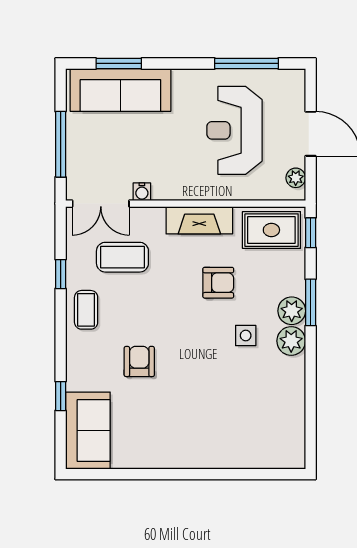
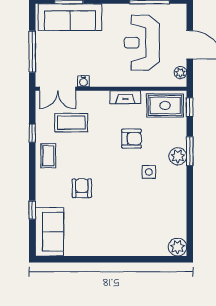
fireplace: (199, 220) -> (125, 97), width x0.73, depth x0.76
plant: (291, 341) -> (178, 247), moved

